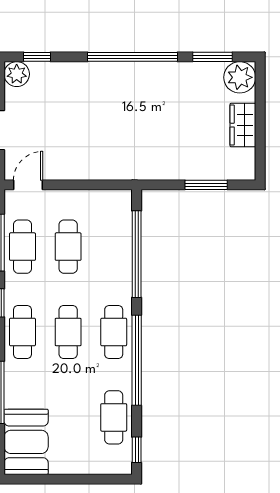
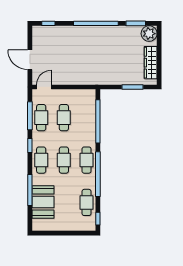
plant: (17, 74) -> (38, 32), removed
wardrobe: (243, 125) -> (151, 63), width x1.50
booth: (26, 442) -> (43, 202), moved

